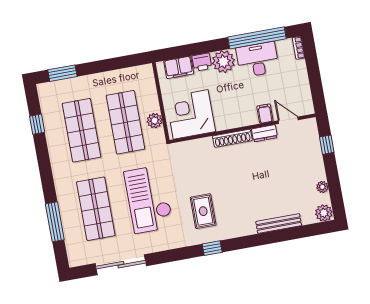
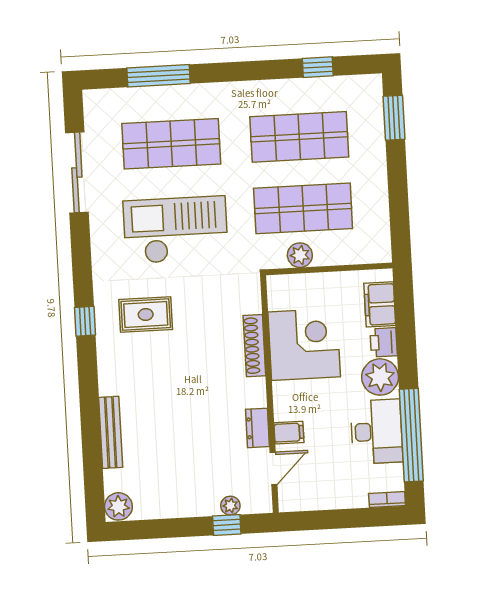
corner desk: (191, 114) -> (304, 344), moved
shoe rack: (232, 138) -> (254, 346), moved
plant: (322, 187) -> (230, 506), moved

